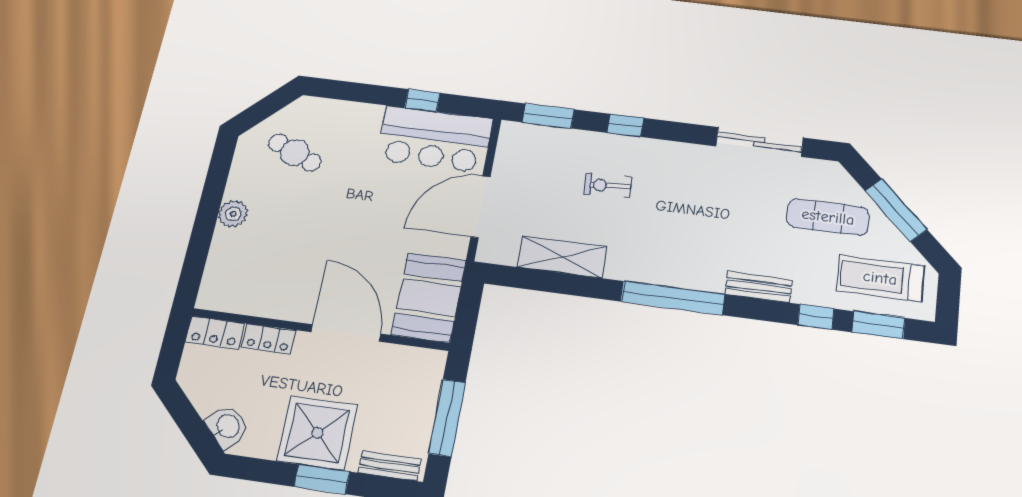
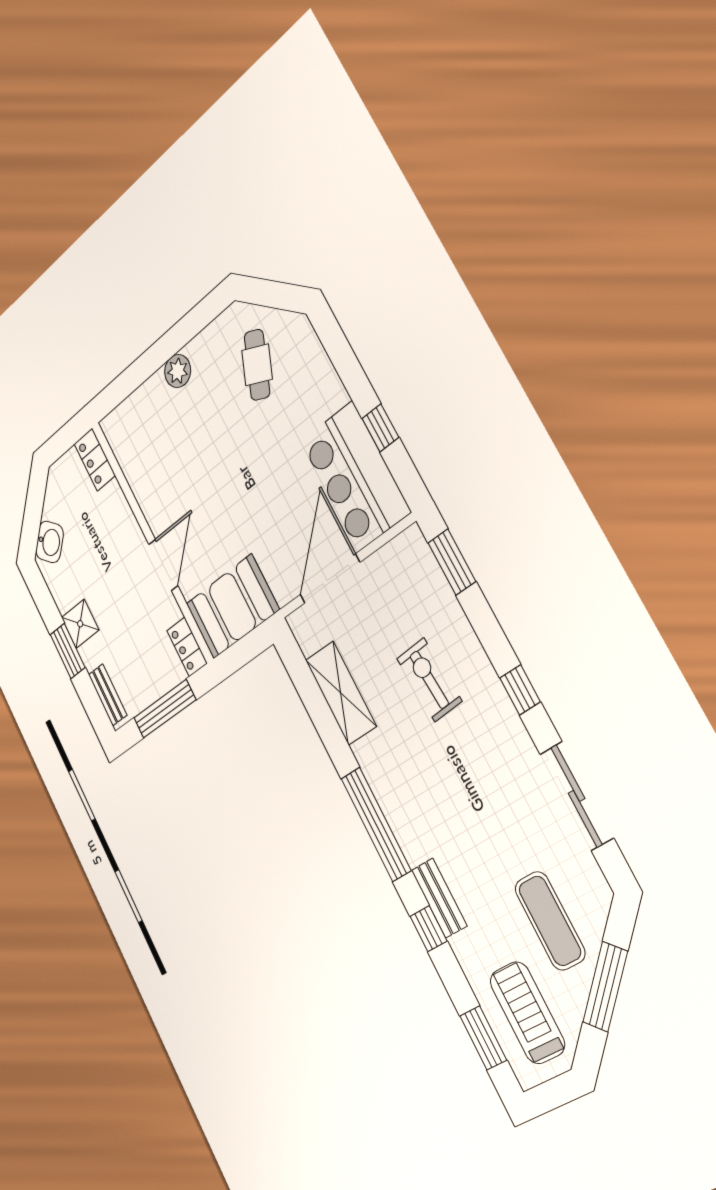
window: (625, 125) -> (520, 690), moved
exercise bike: (608, 186) -> (429, 680), width x1.38, depth x1.39
door: (481, 207) -> (330, 579), hinge flipped
window: (816, 317) -> (429, 929), moved
door: (346, 333) -> (163, 565), width x0.73
locker: (269, 339) -> (187, 647), moved
shower: (317, 433) -> (80, 624), width x0.54, depth x0.54

